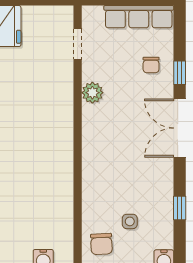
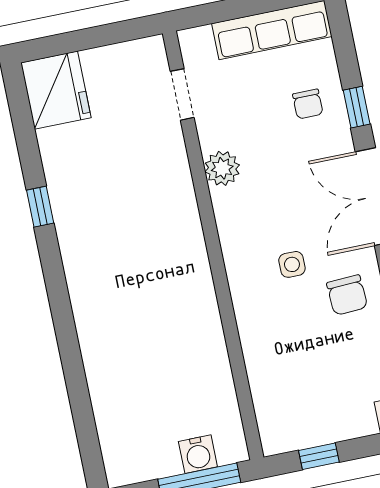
side table: (130, 221) -> (292, 264), moved
chair: (101, 244) -> (347, 295), moved

